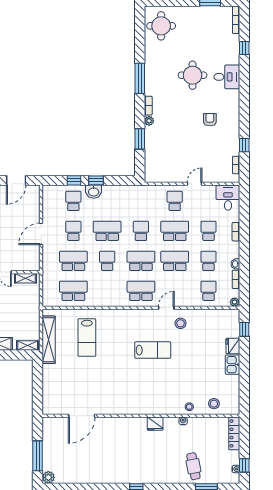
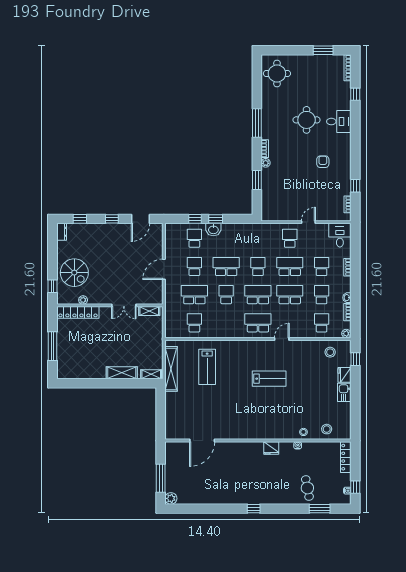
school desk: (73, 291) -> (194, 323), width x0.54
stool: (181, 323) -> (330, 352), moved

